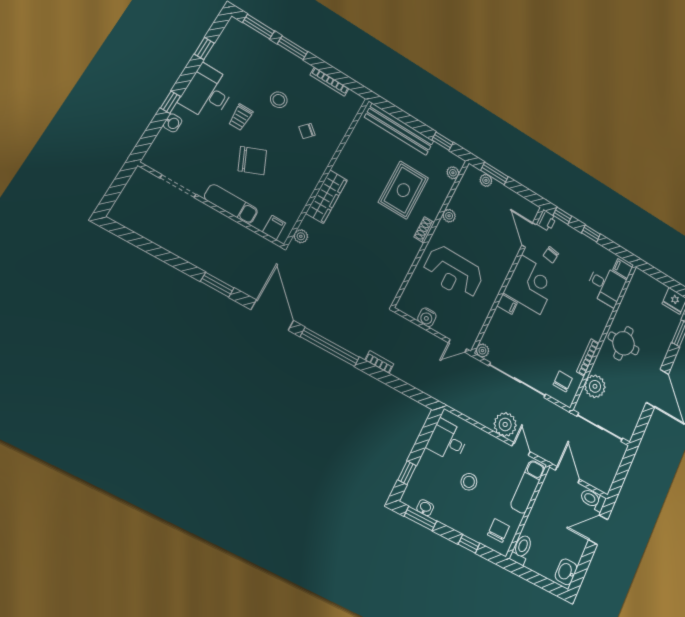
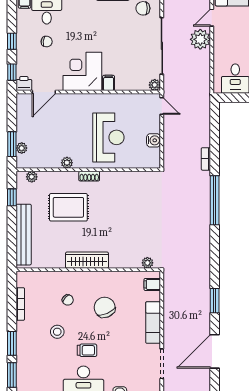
chair: (252, 161) -> (105, 307), moved
wardrobe: (327, 197) -> (87, 260), moved
chair: (551, 255) -> (47, 42), moved
door: (272, 315) -> (215, 351), moved

